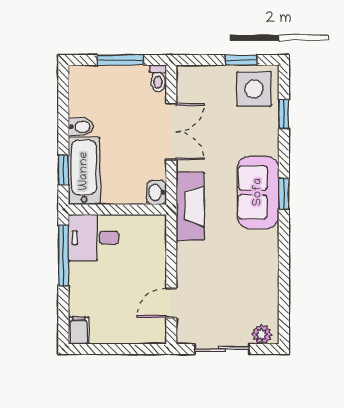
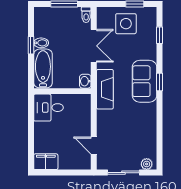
side table: (254, 89) -> (126, 24), moved
window: (63, 170) -> (31, 45), moved
window: (63, 256) -> (31, 118), removed
door: (171, 303) -> (94, 146), hinge flipped
filing cabinet: (79, 330) -> (46, 162), width x2.00

